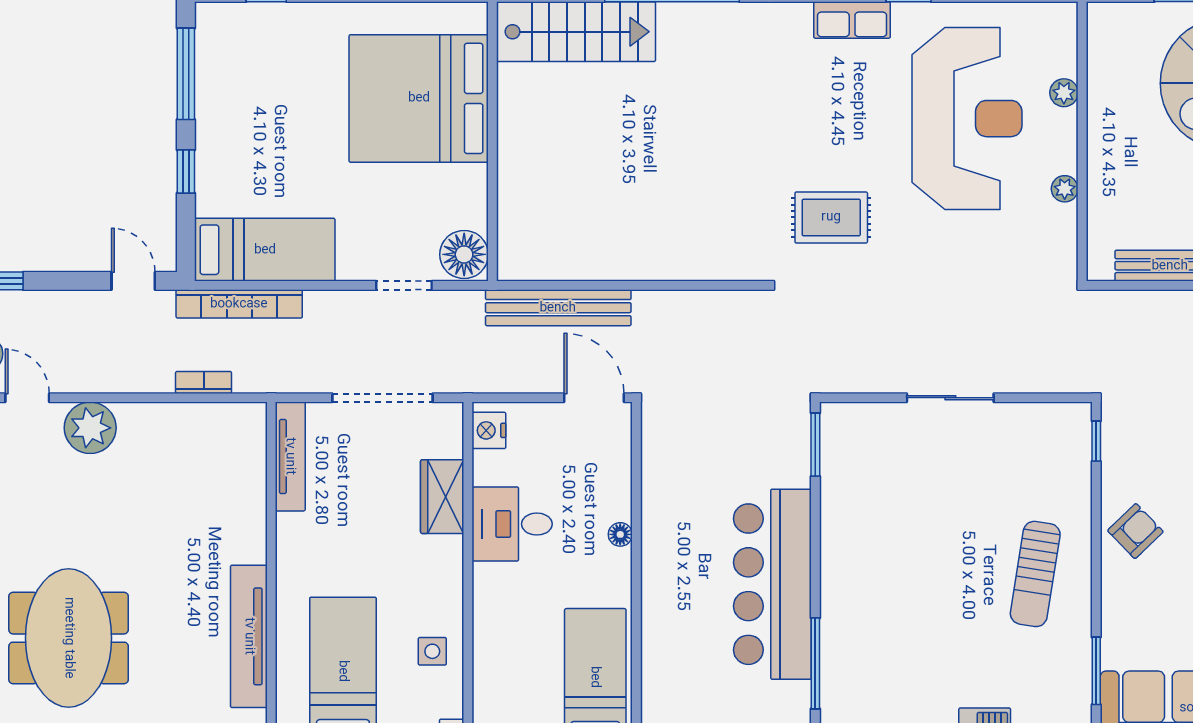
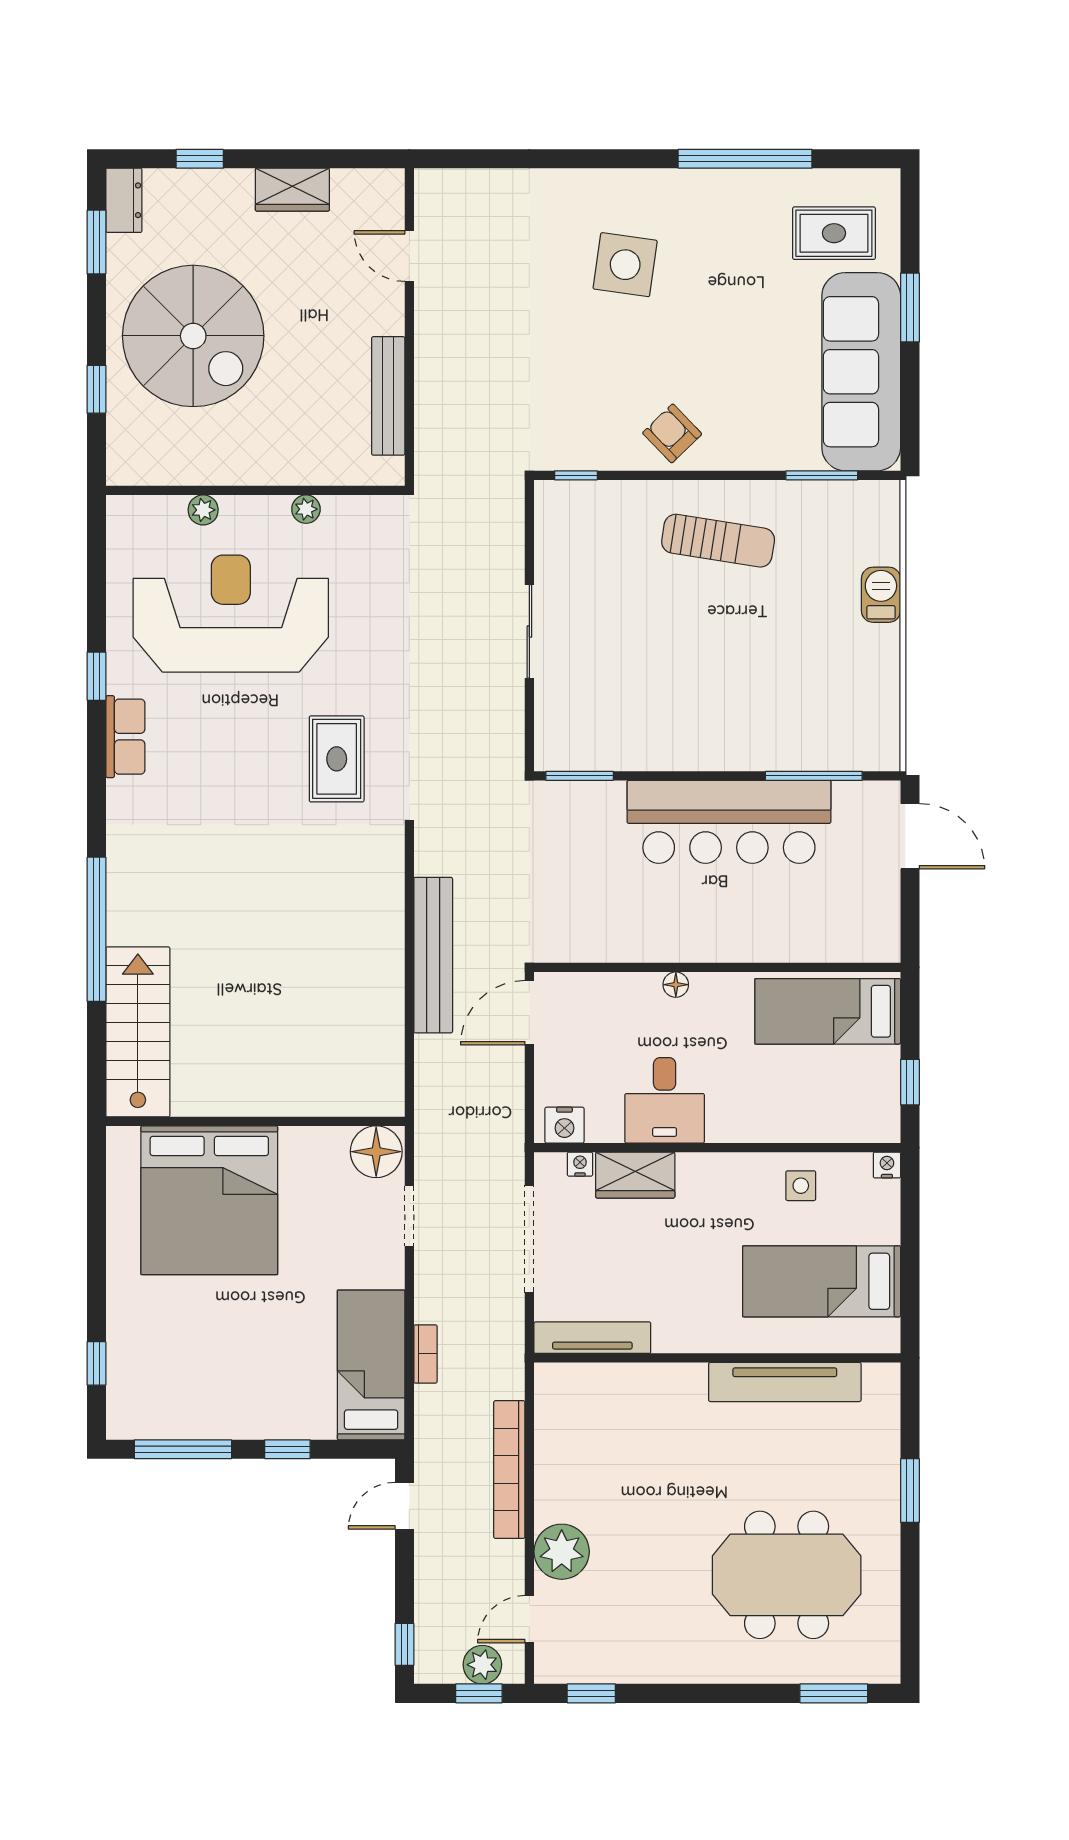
bookcase: (239, 304) -> (425, 1354), width x0.43, depth x0.76
bench: (558, 308) -> (433, 955), moved
bookcase: (204, 382) -> (509, 1470), width x2.31, depth x1.31
nightstand: (452, 445) -> (580, 1164), added

